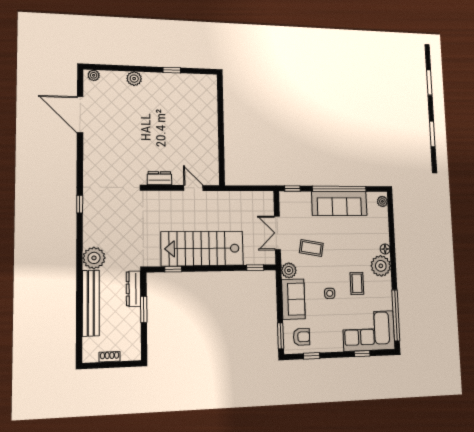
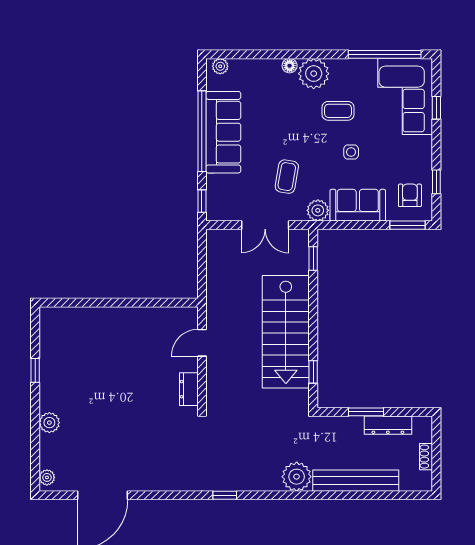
dresser: (134, 289) -> (388, 425), moved

